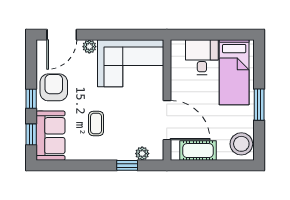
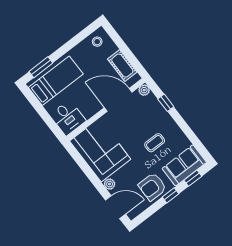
desk: (202, 57) -> (68, 118), moved, turned -90
window: (259, 105) -> (41, 67), moved
door: (167, 120) -> (118, 100), hinge flipped
stool: (241, 144) -> (97, 42), width x0.53, depth x0.53
plant: (142, 154) -> (144, 90), moved

